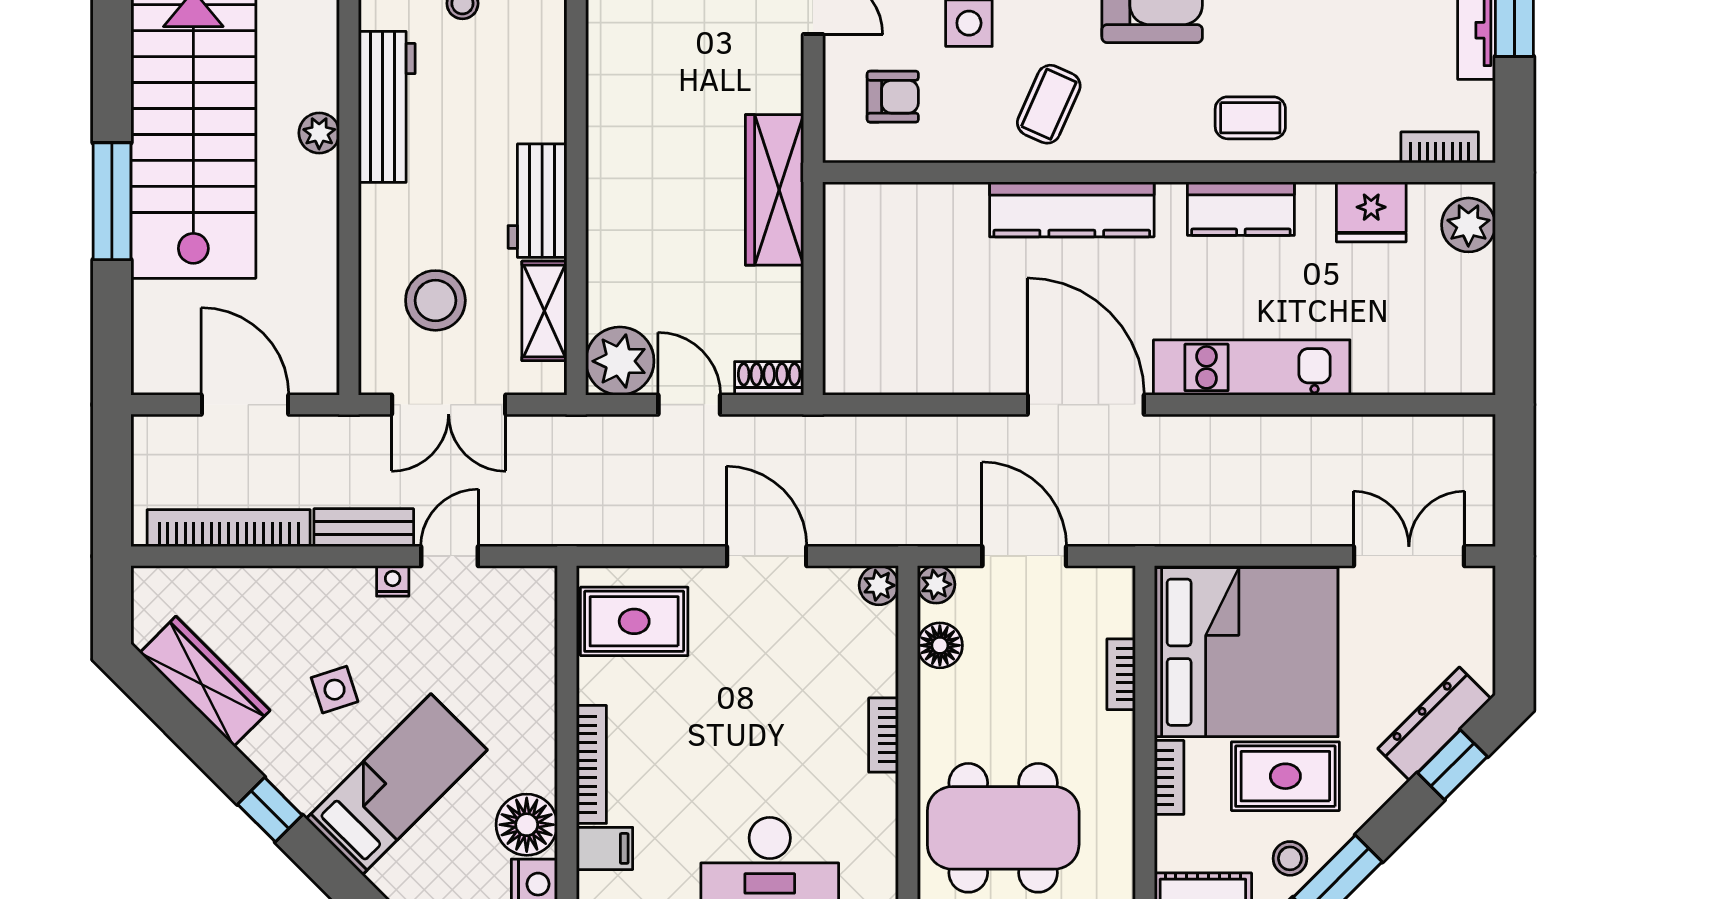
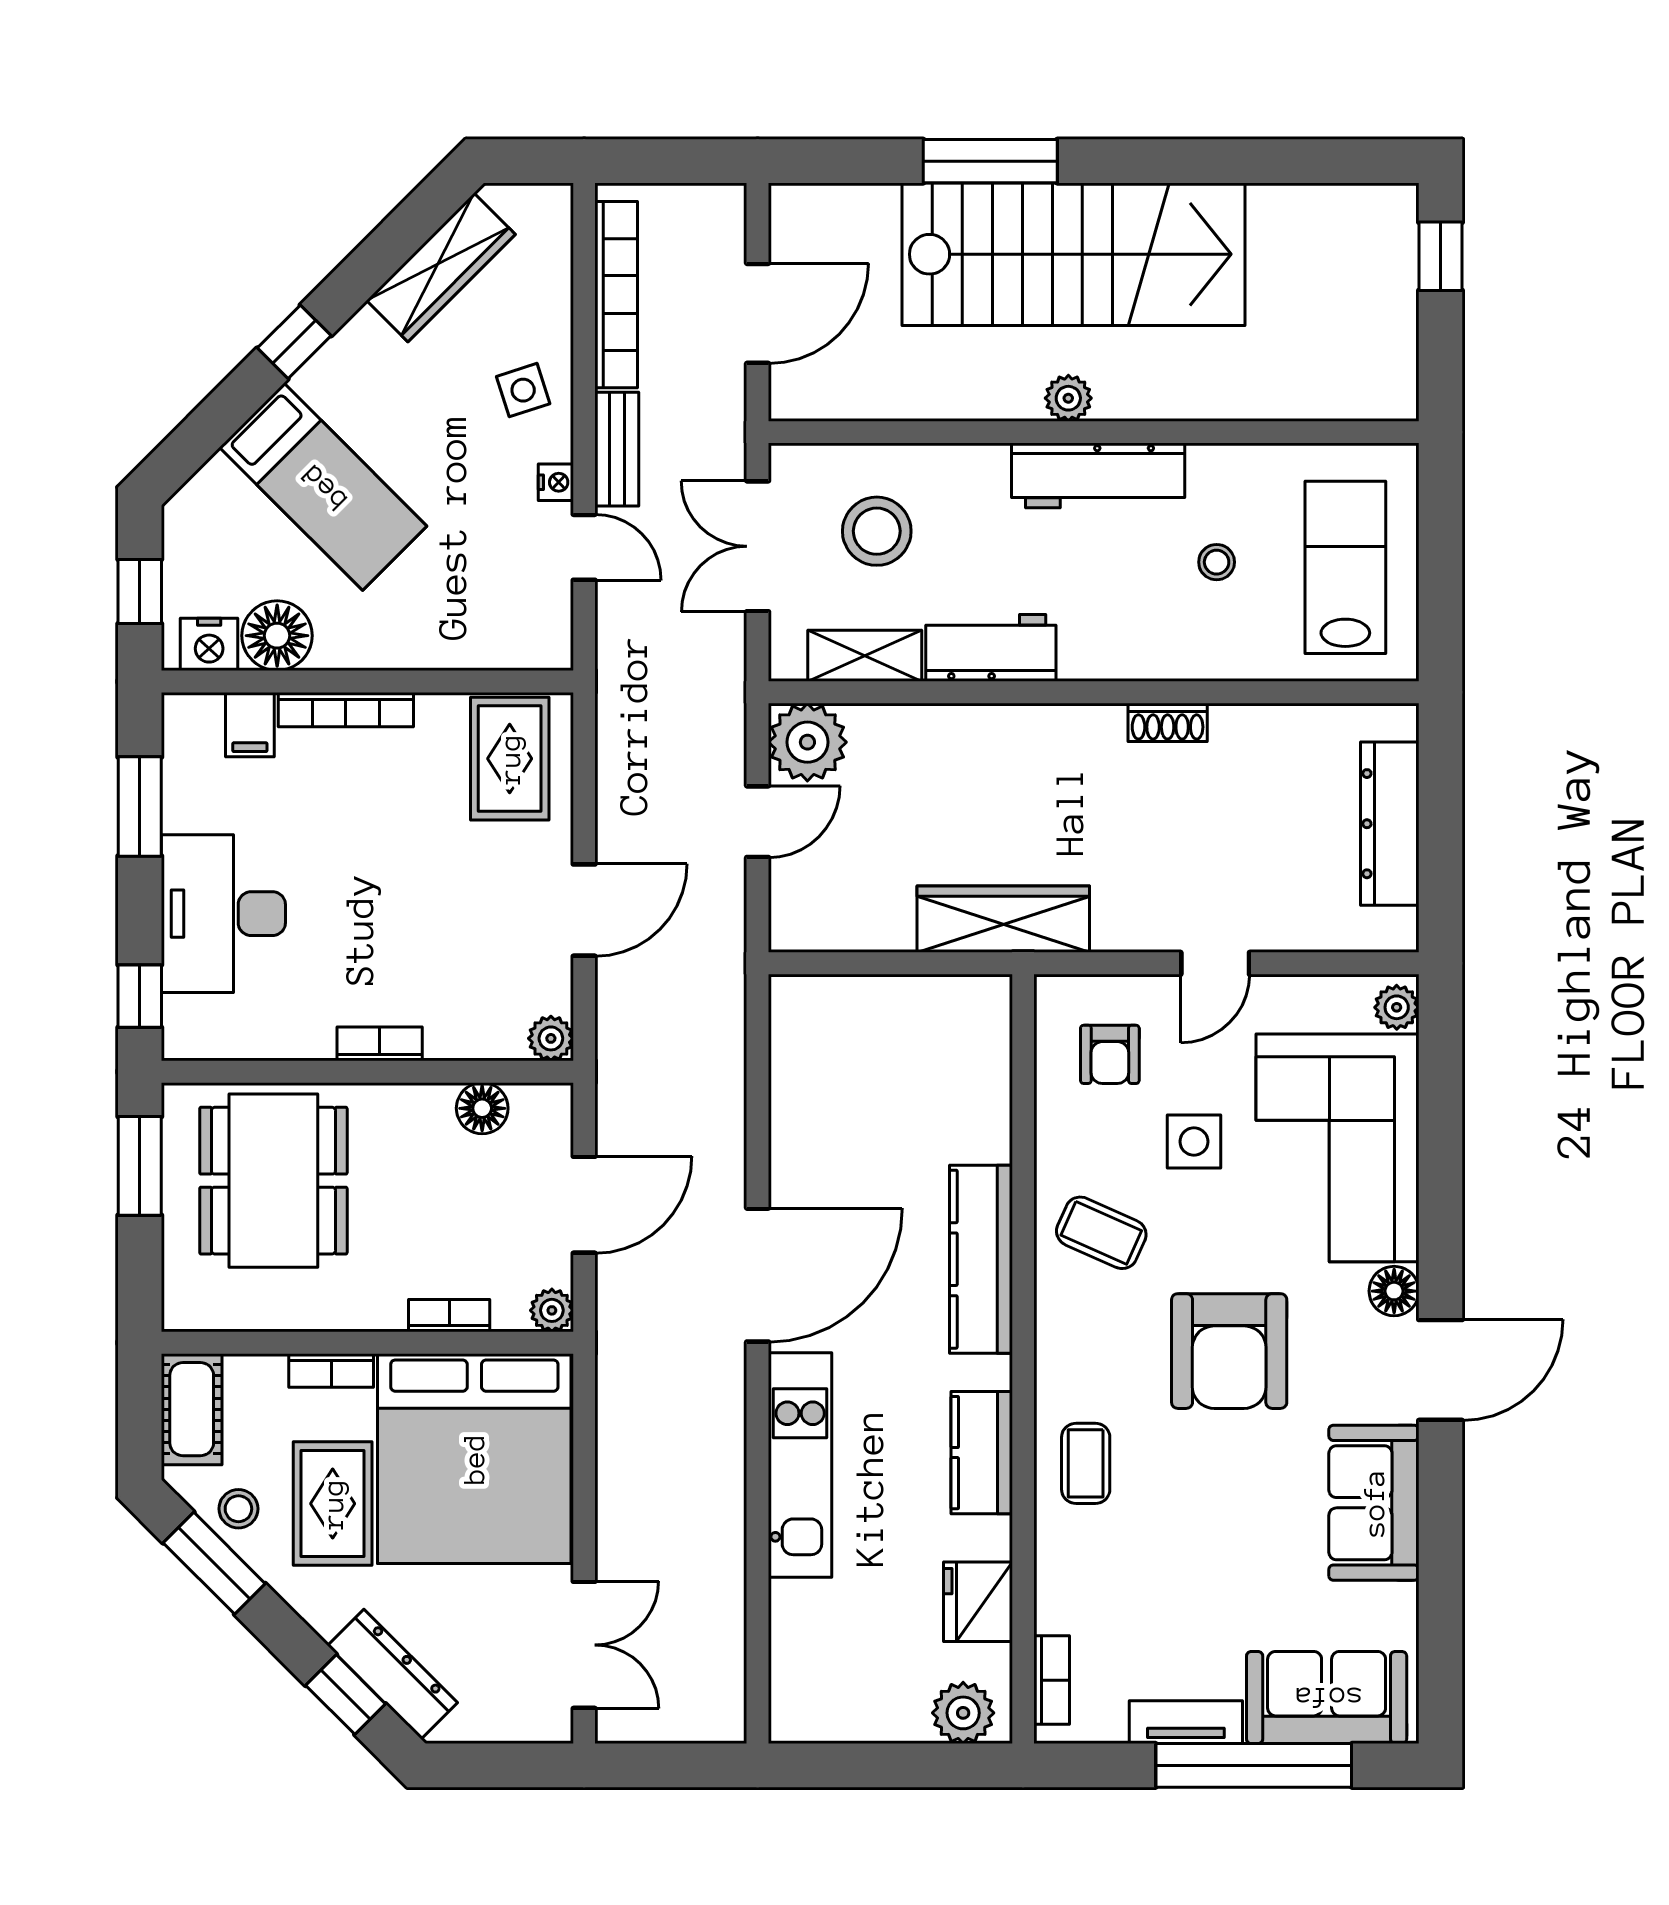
shoe rack: (769, 378) -> (1168, 722), moved, turned 90
plant: (936, 584) -> (552, 1310), moved
side table: (335, 690) -> (523, 390), moved

